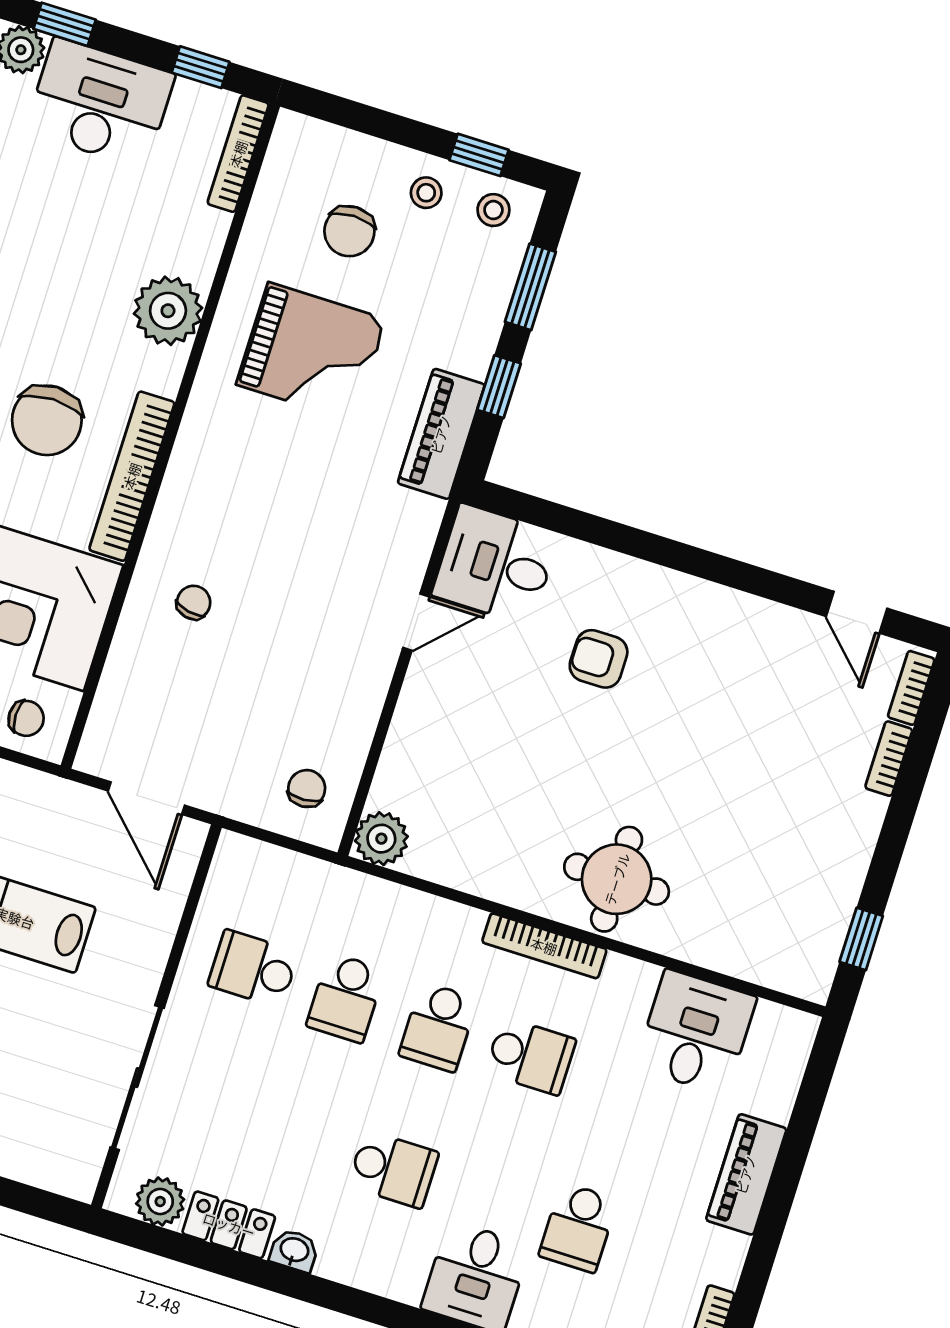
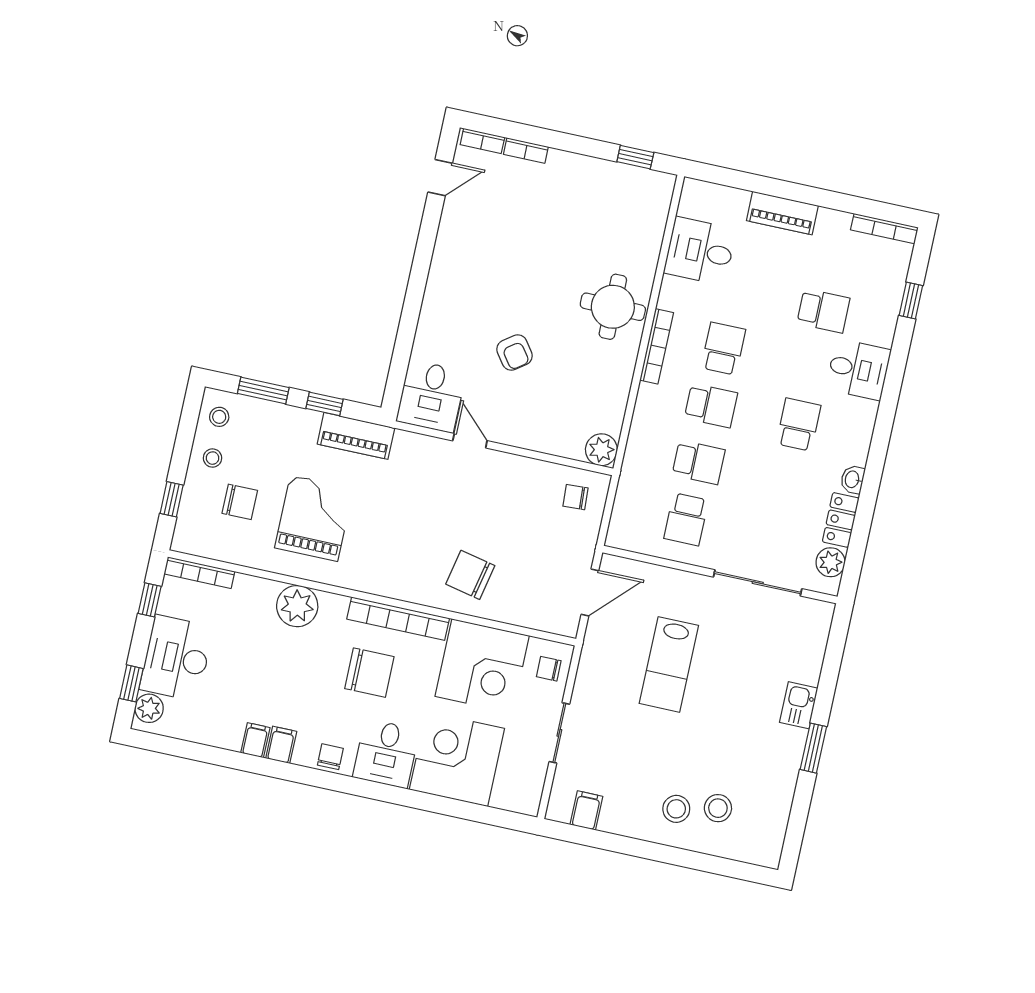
window: (479, 155) -> (172, 499), moved
chair: (194, 602) -> (470, 575), width x1.87, depth x1.87
armchair: (599, 659) -> (515, 353), moved, turned -36
chair: (26, 718) -> (549, 669), turned -90

